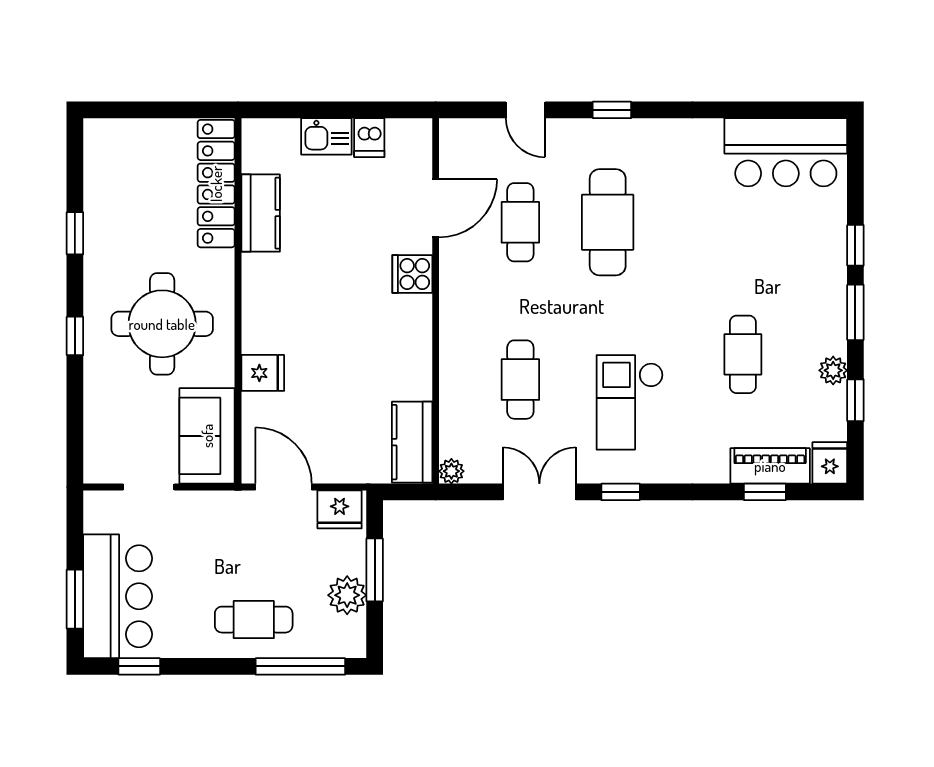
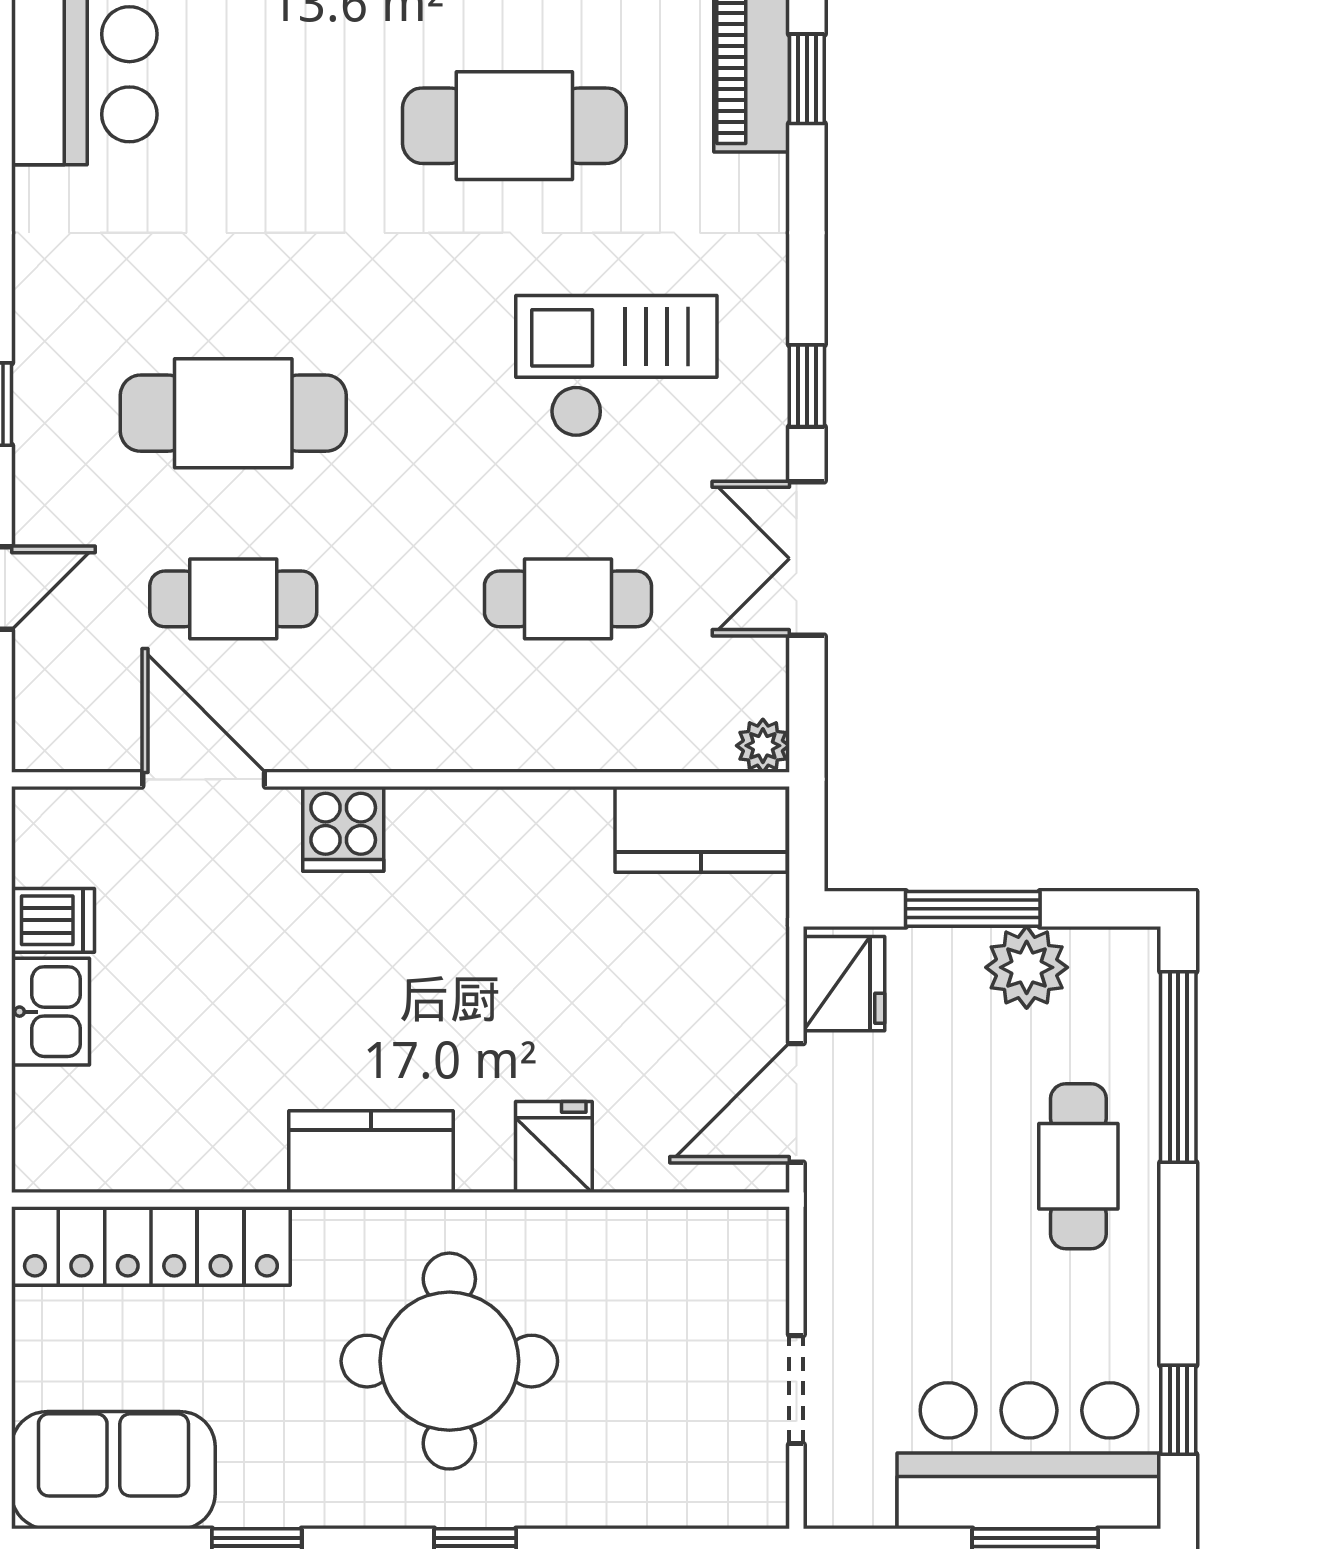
kitchen counter: (261, 213) -> (371, 1152), moved
cafe table: (743, 354) -> (514, 126), width x1.37, depth x1.35
checkout: (630, 402) -> (616, 366), turned 180
sofa: (207, 436) -> (113, 1470), moved, turned 180

